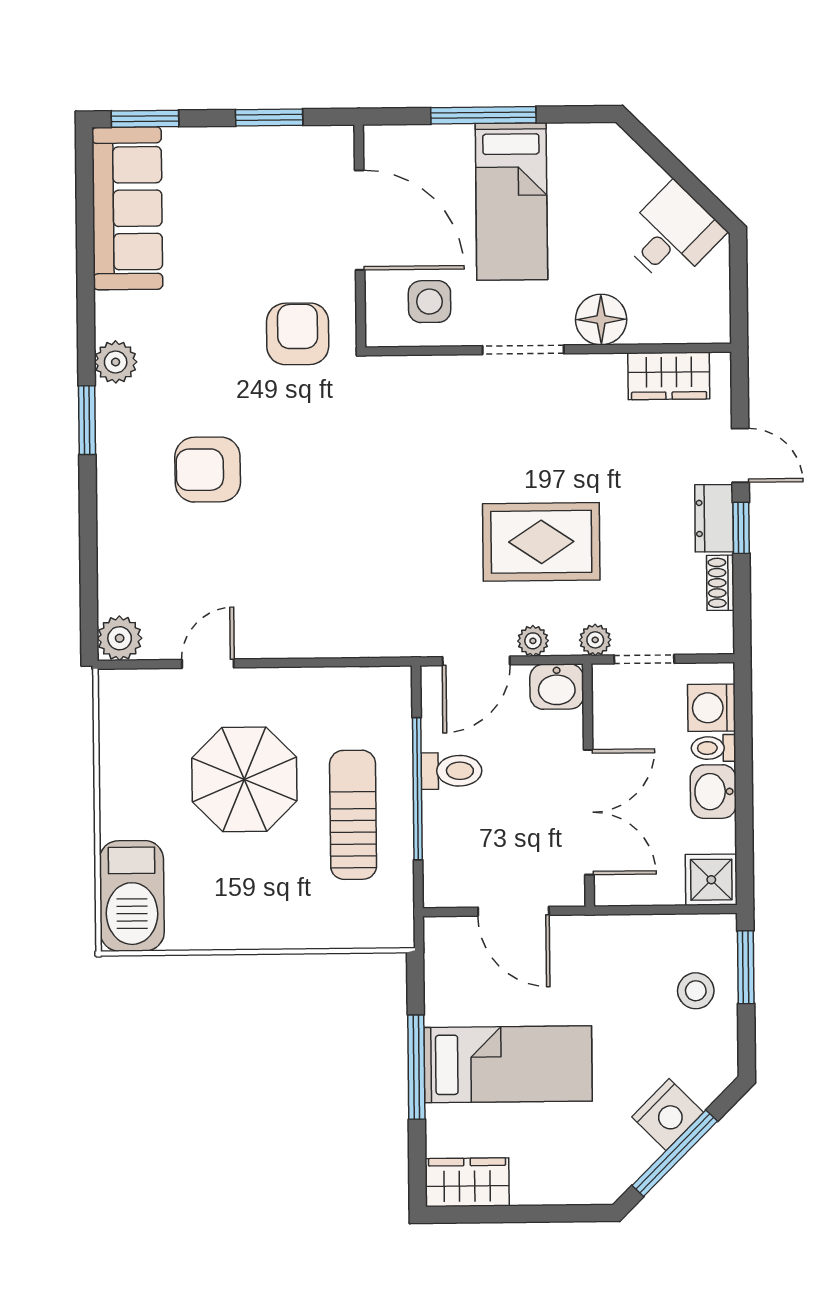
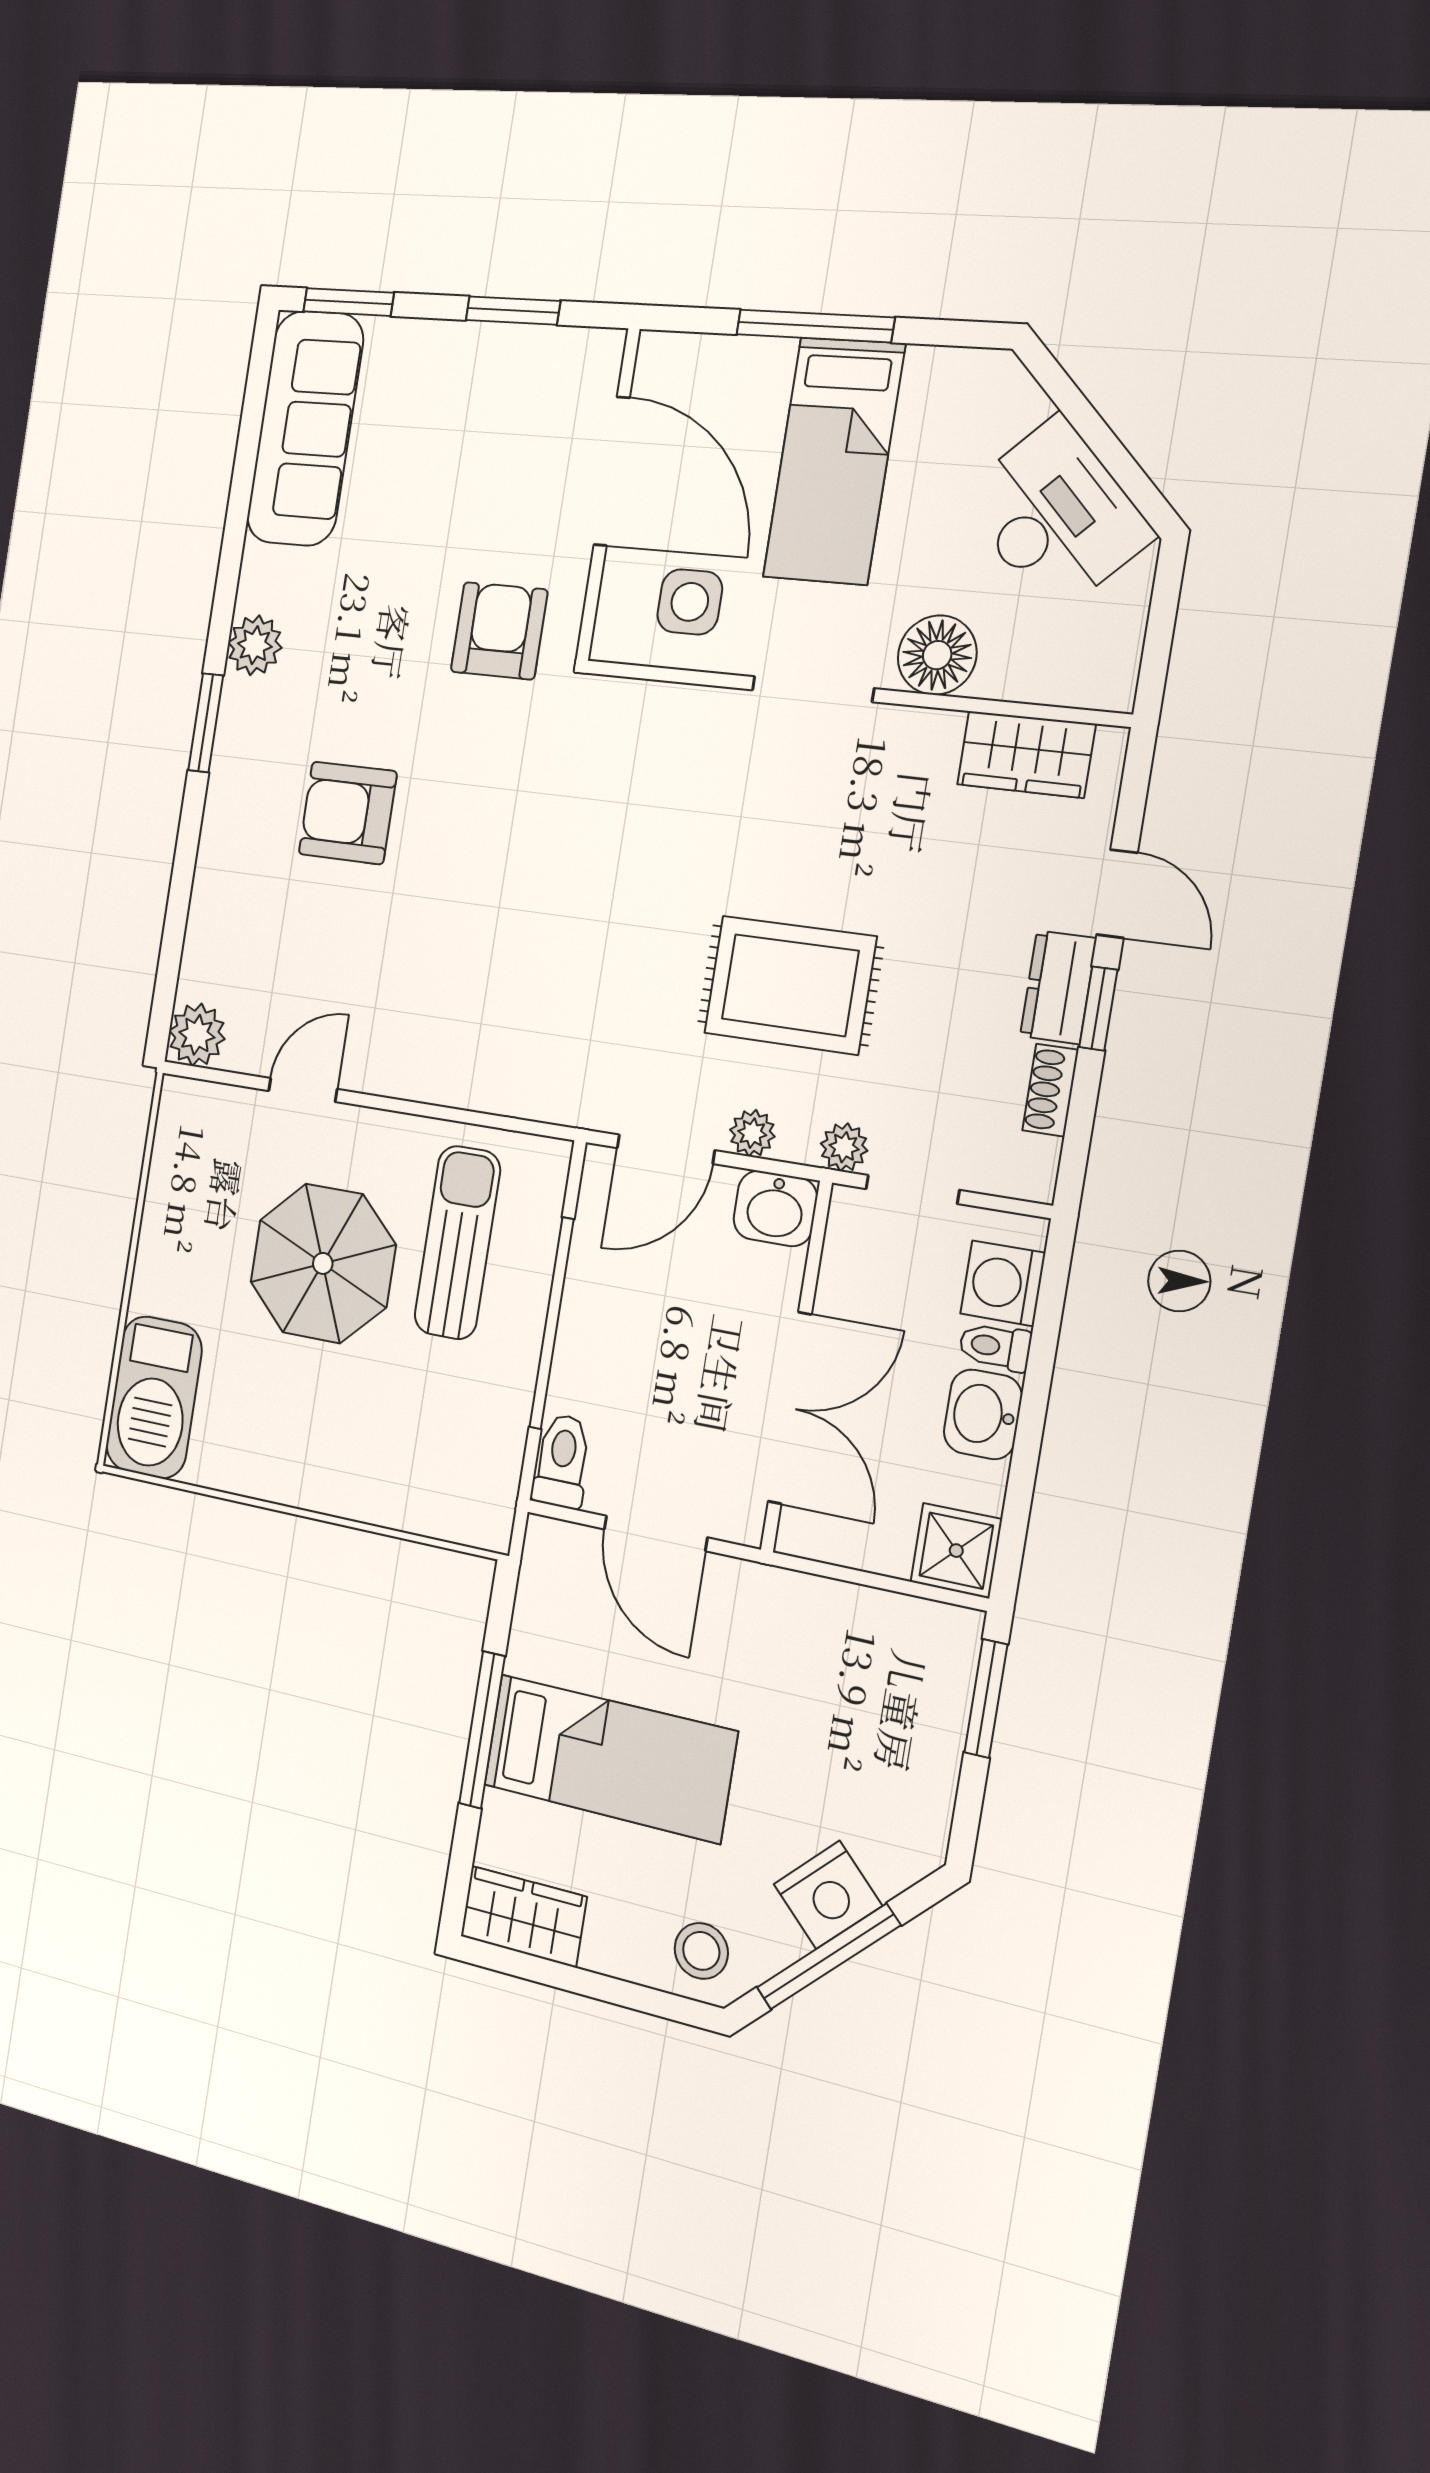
desk: (672, 235) -> (1056, 516), width x1.37
toilet: (451, 771) -> (562, 1461), moved, turned -90
sun lounger: (353, 815) -> (457, 1243), moved
stool: (696, 991) -> (701, 1951), moved

